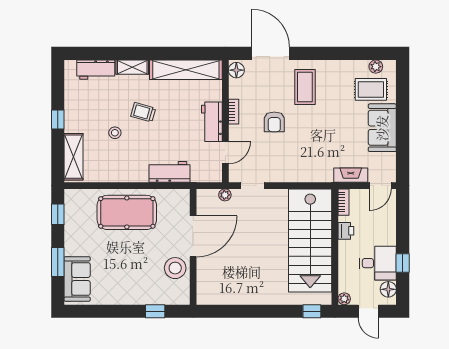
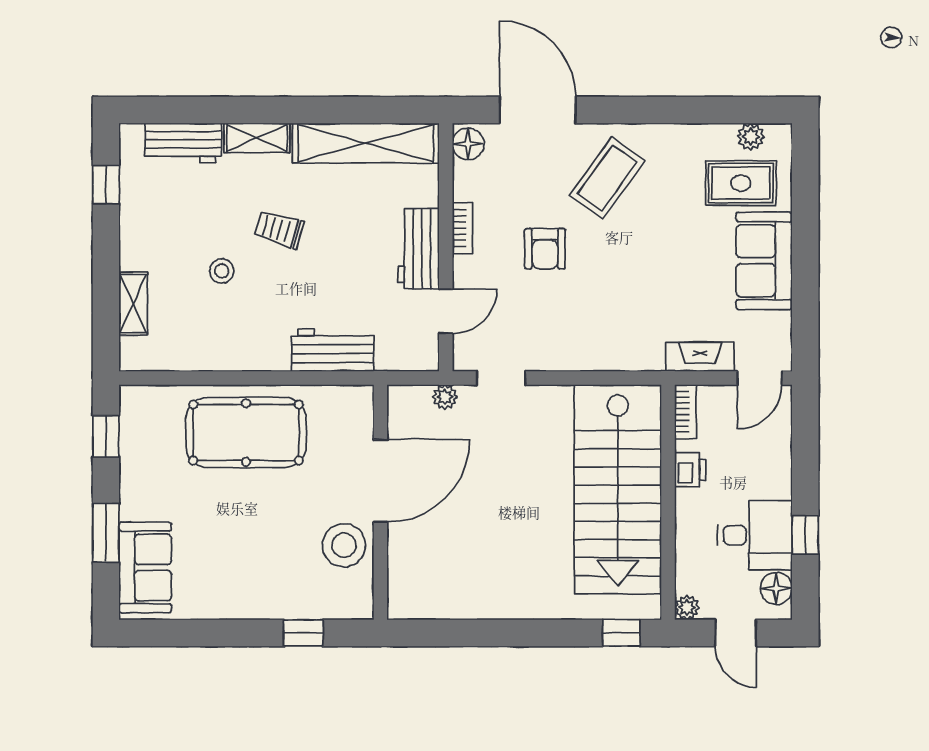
coffee table: (305, 87) -> (607, 178), turned 36
window: (58, 119) -> (106, 184), moved
shelving: (73, 157) -> (133, 304), width x0.67, depth x0.75

